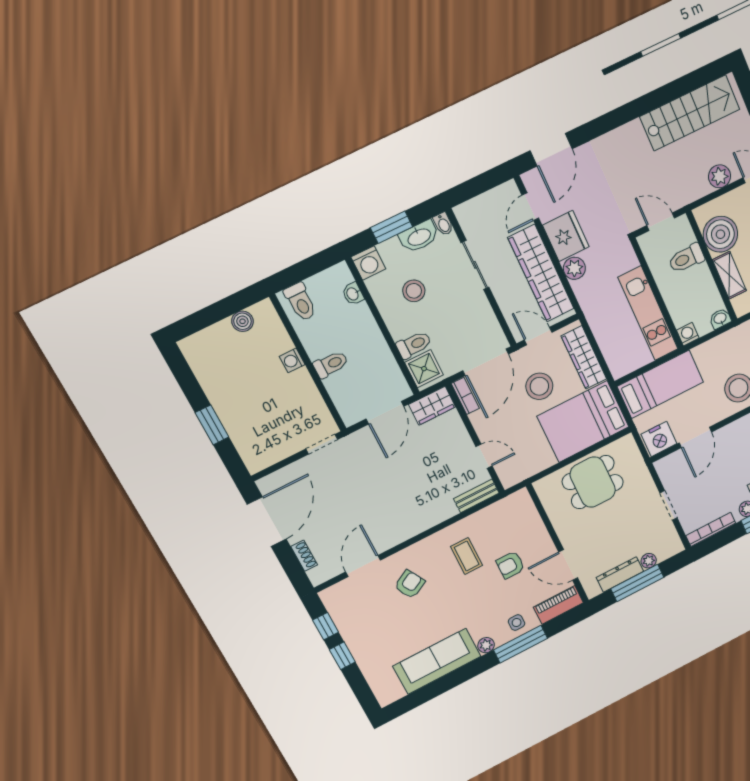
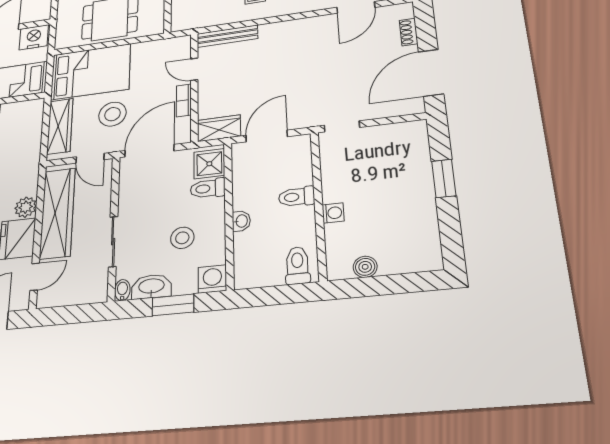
washbasin: (353, 294) -> (241, 221), moved
bookcase: (465, 396) -> (184, 100), moved
bench: (476, 496) -> (227, 36), width x1.36

